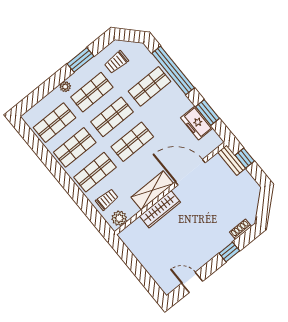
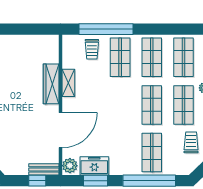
shop shelf: (132, 142) -> (120, 105), removed
shelving: (152, 190) -> (68, 83), width x0.67, depth x0.75
window: (82, 201) -> (106, 29), added
plant: (119, 218) -> (70, 166), moved

